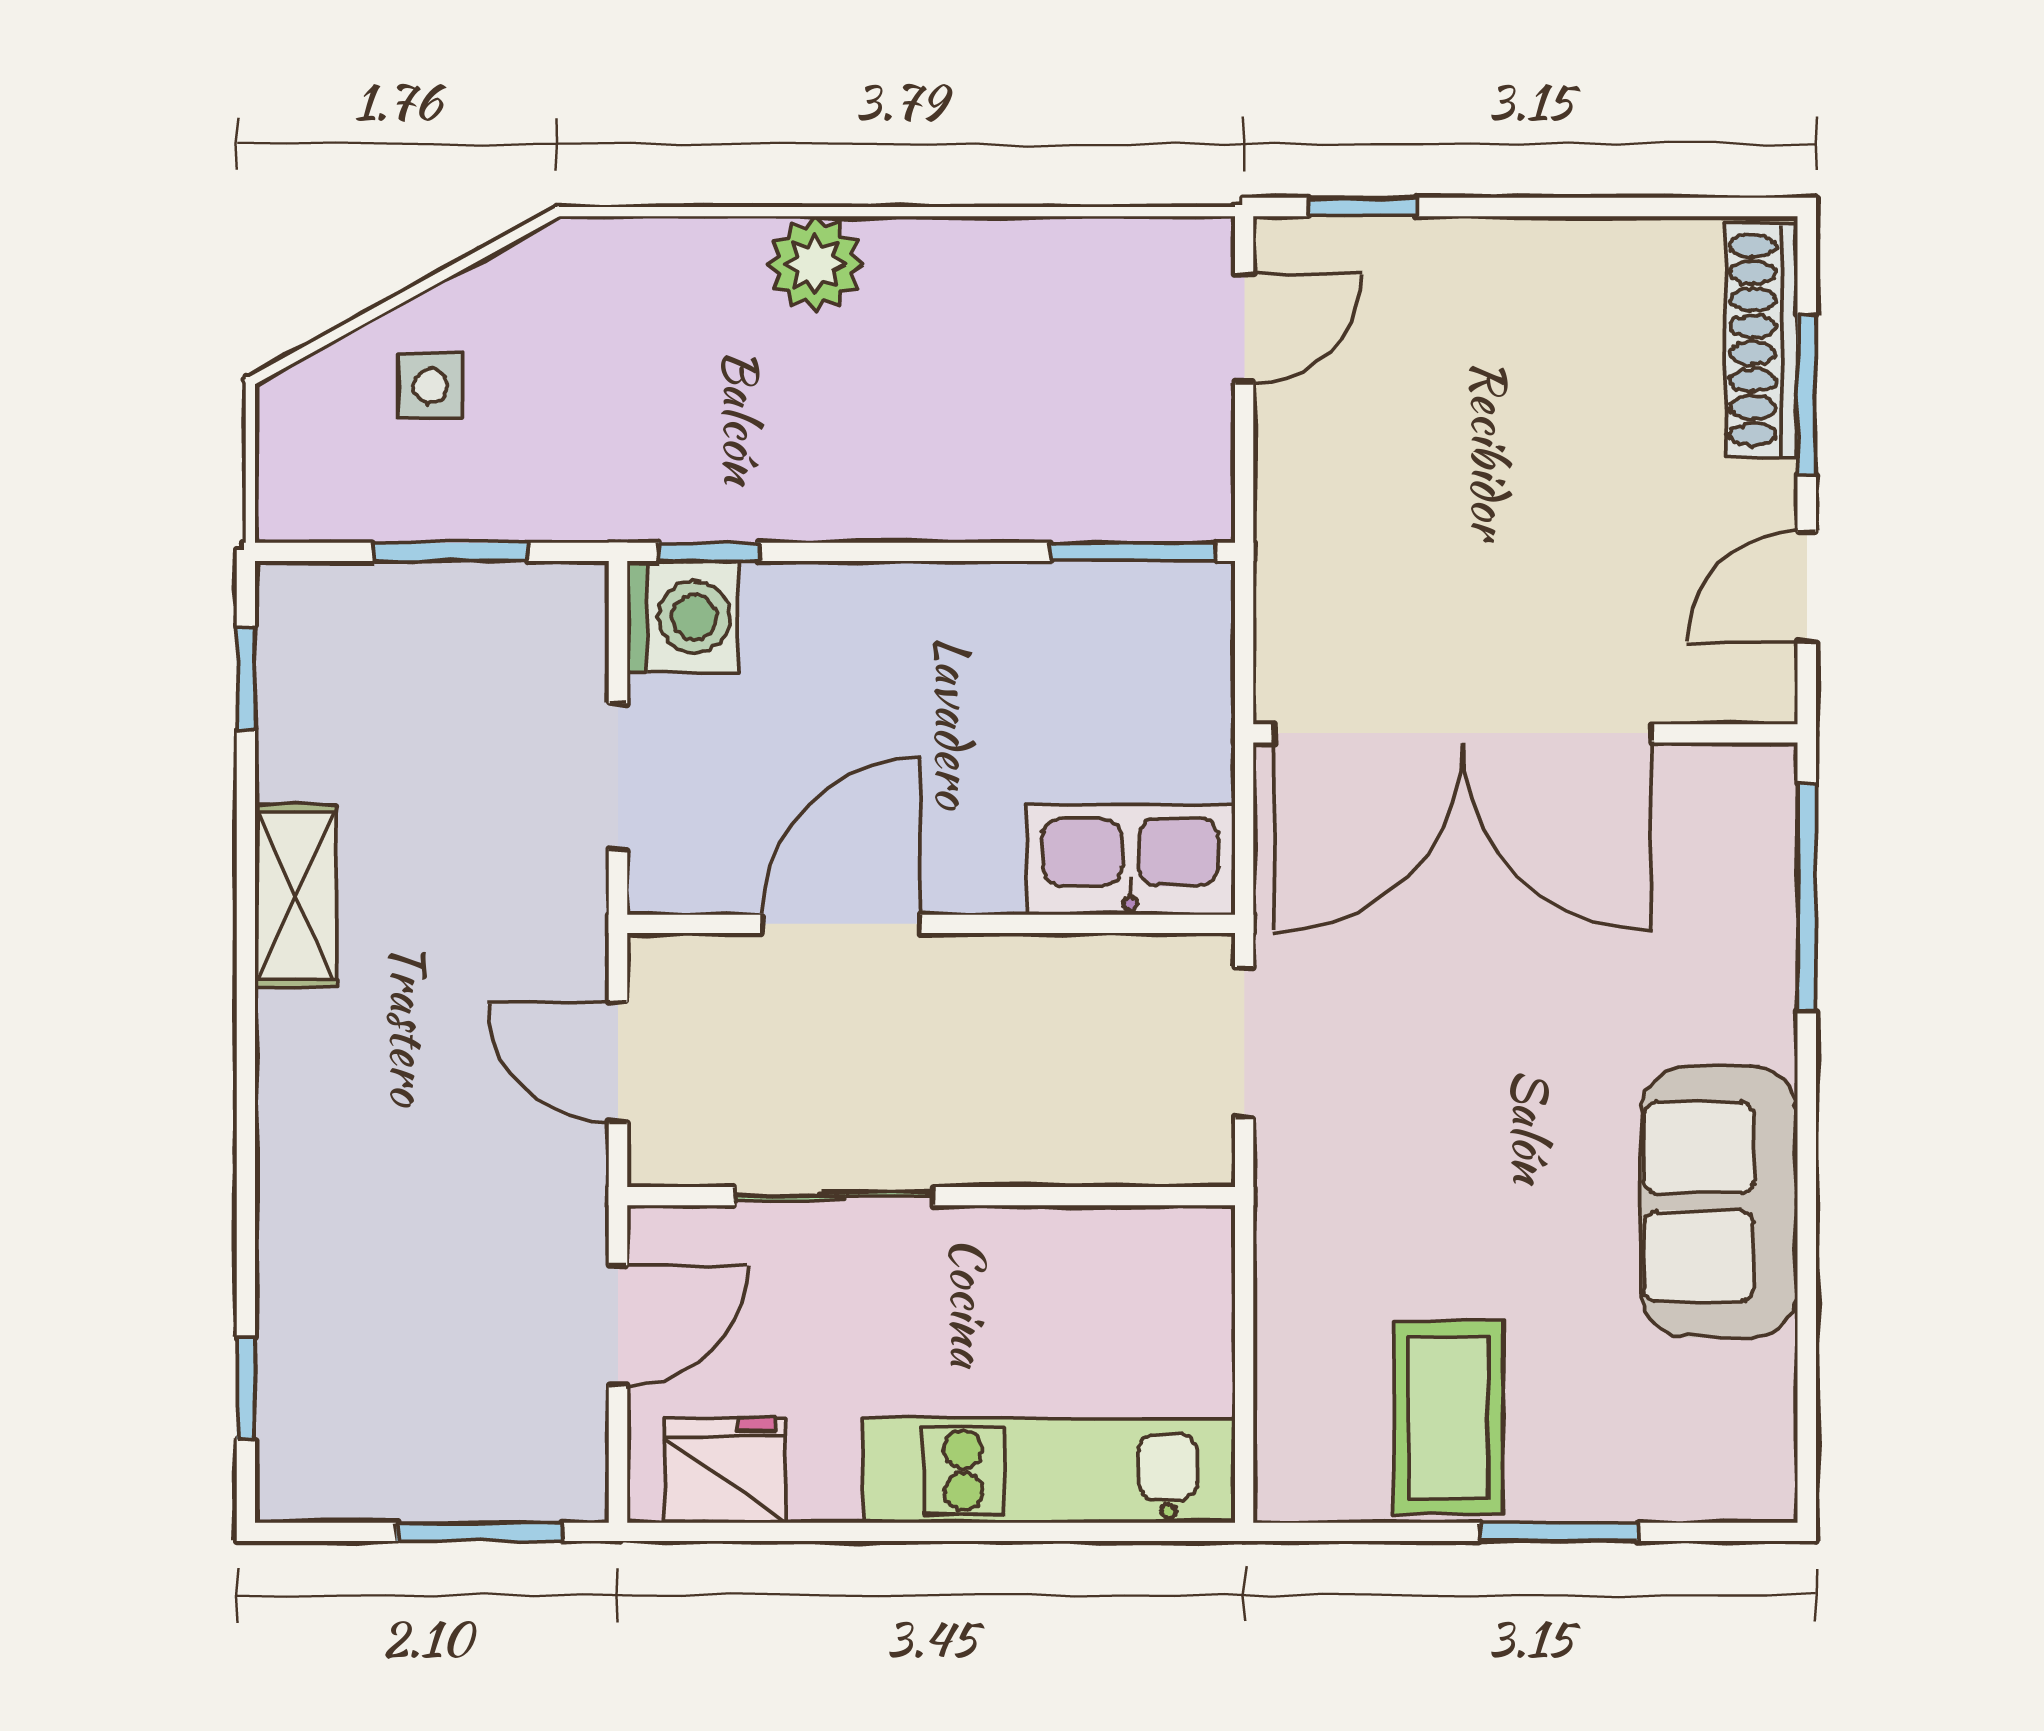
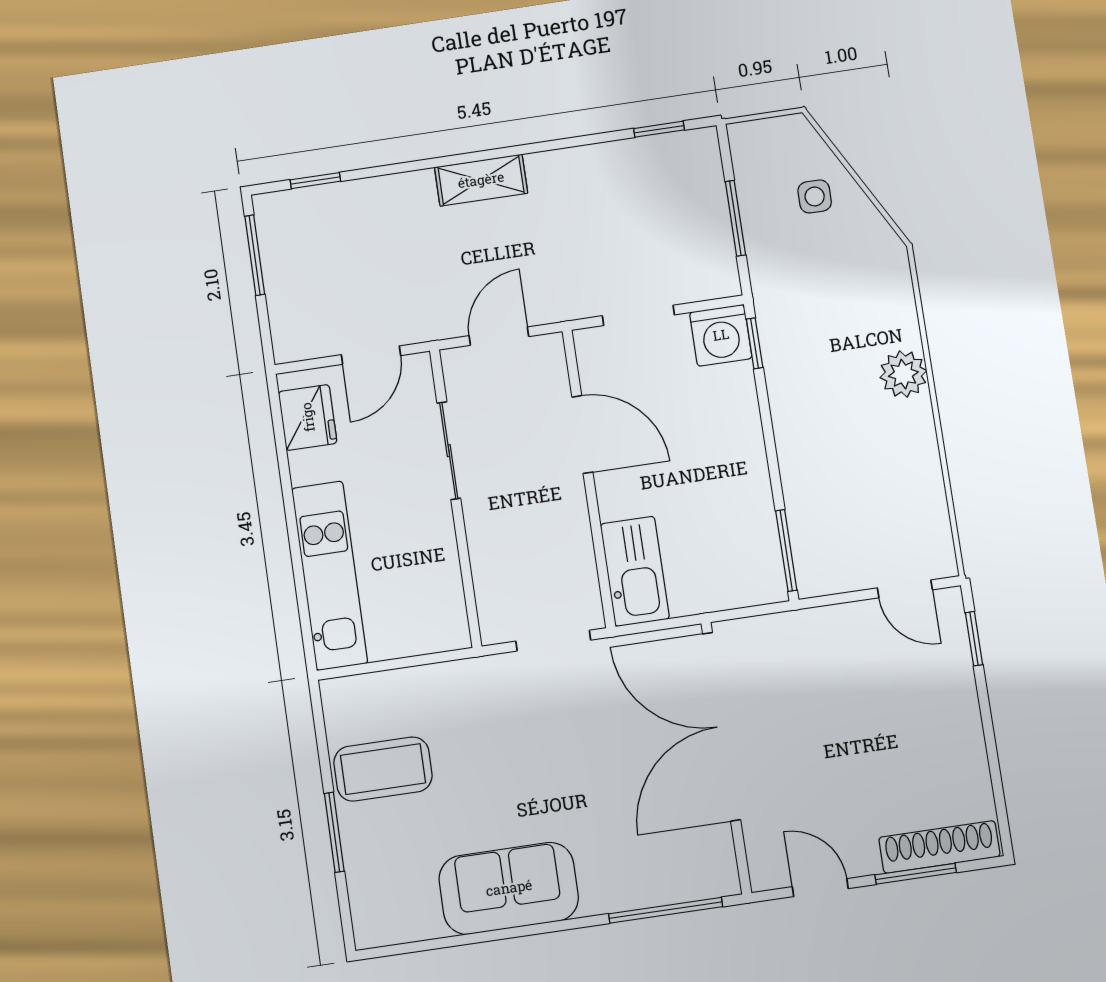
shelving: (296, 895) -> (481, 180), moved
door: (618, 1325) -> (371, 355), hinge flipped
window: (479, 1532) -> (255, 255), moved

